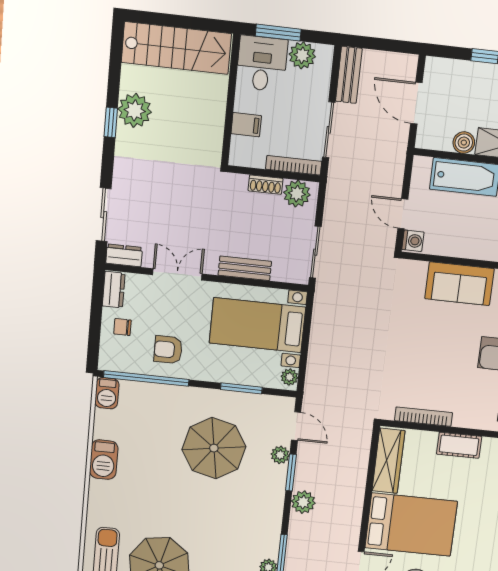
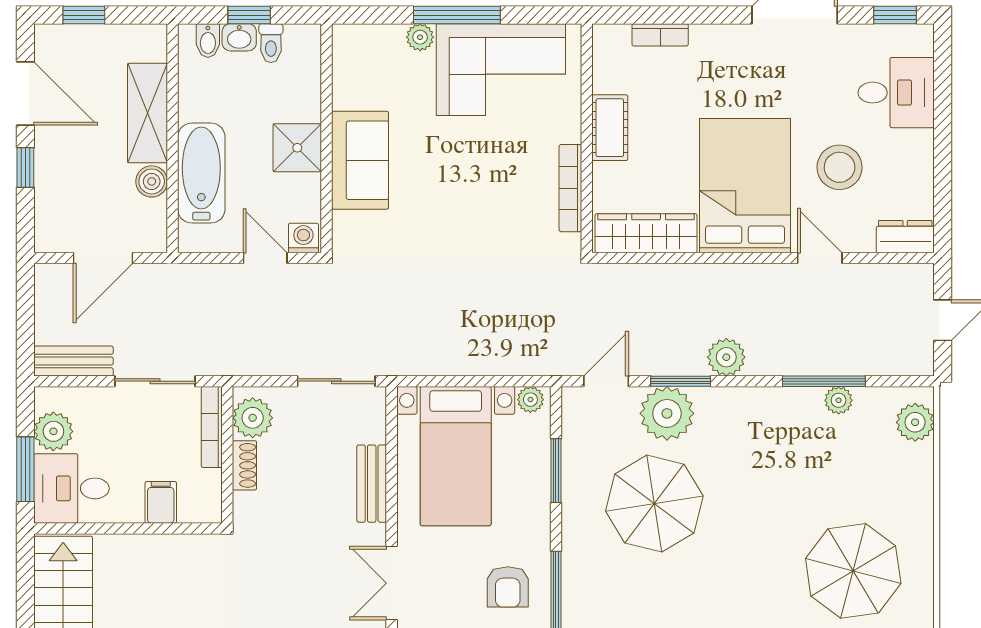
door: (403, 214) -> (265, 258), swing flipped
shower: (473, 243) -> (297, 148), added
plant: (280, 455) -> (667, 413), width x1.87, depth x1.87

